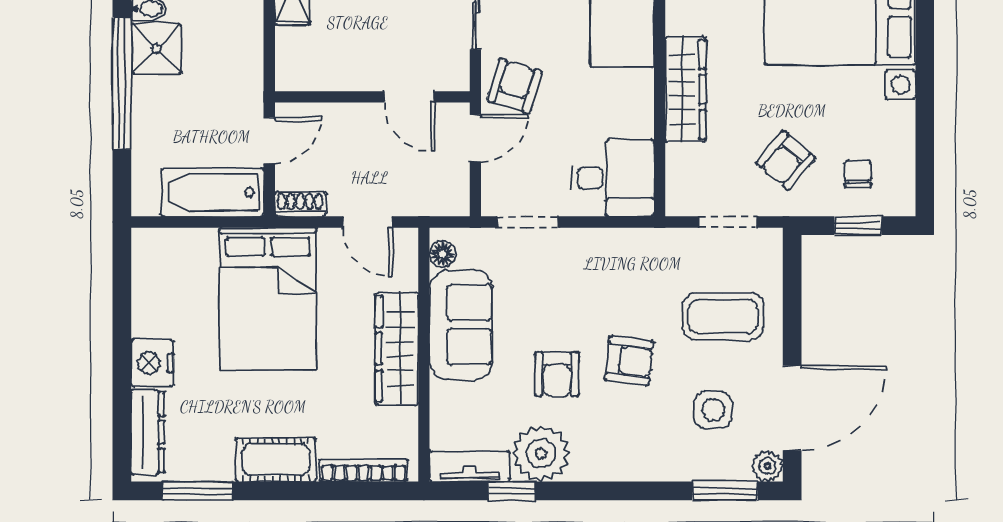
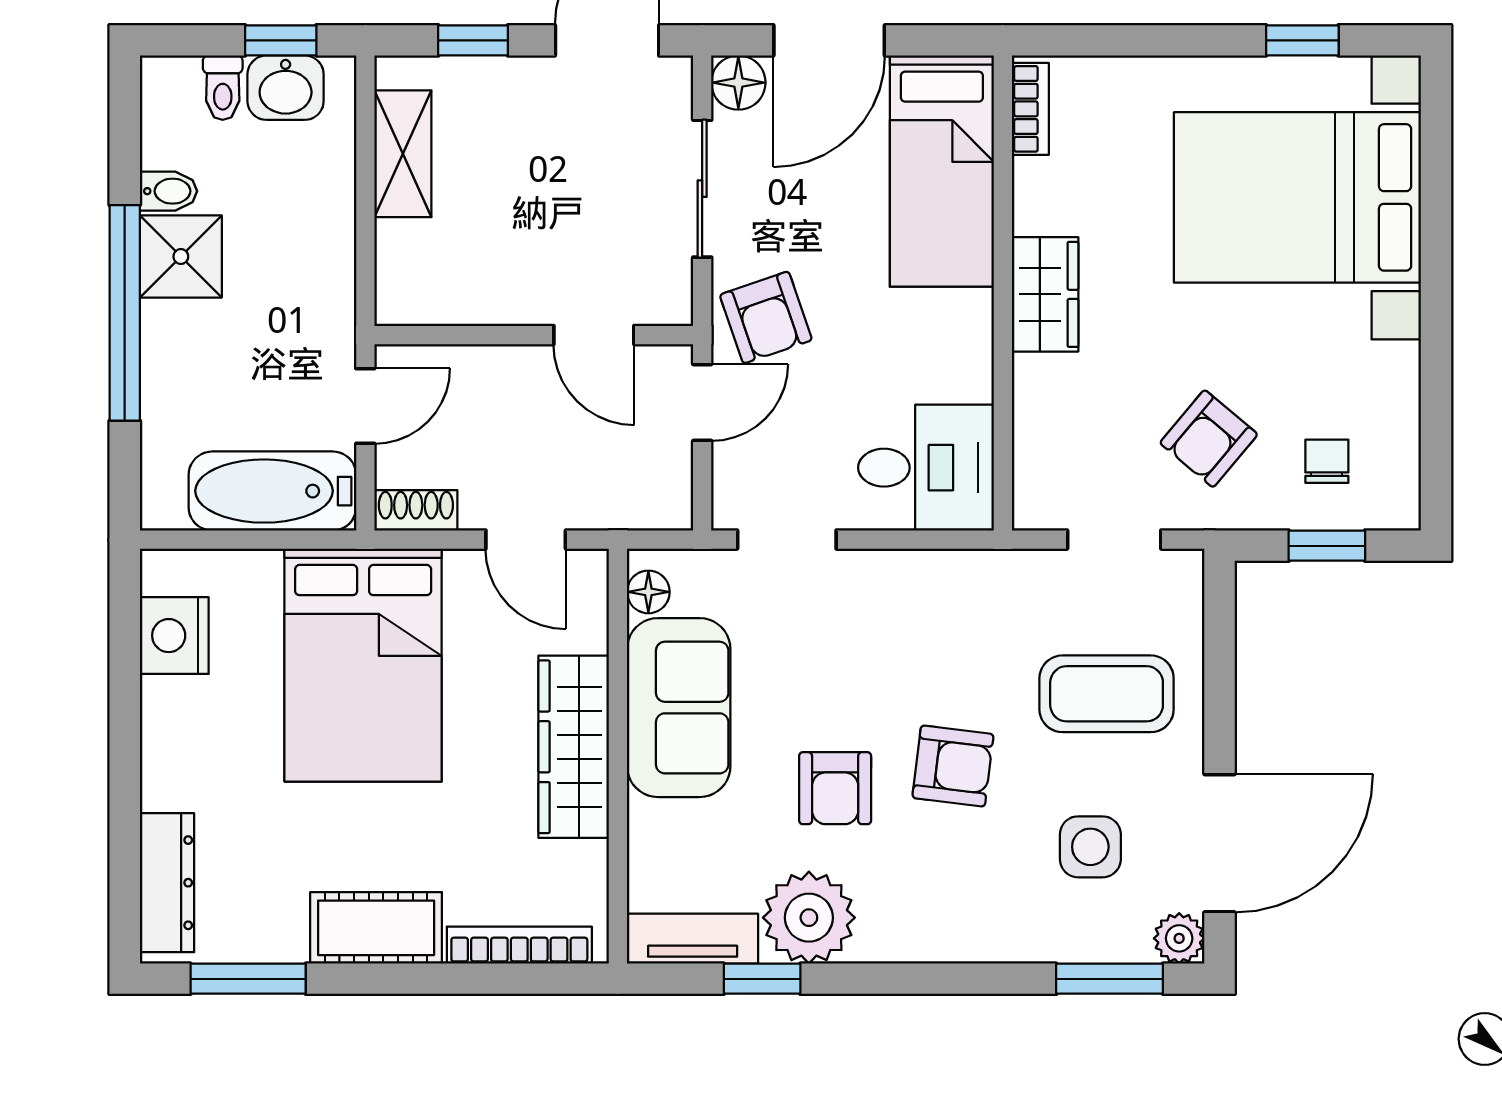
armchair: (514, 86) -> (766, 317), turned 144
wardrobe: (685, 89) -> (1045, 294), width x0.67
nightstand: (152, 363) -> (174, 636), moved

